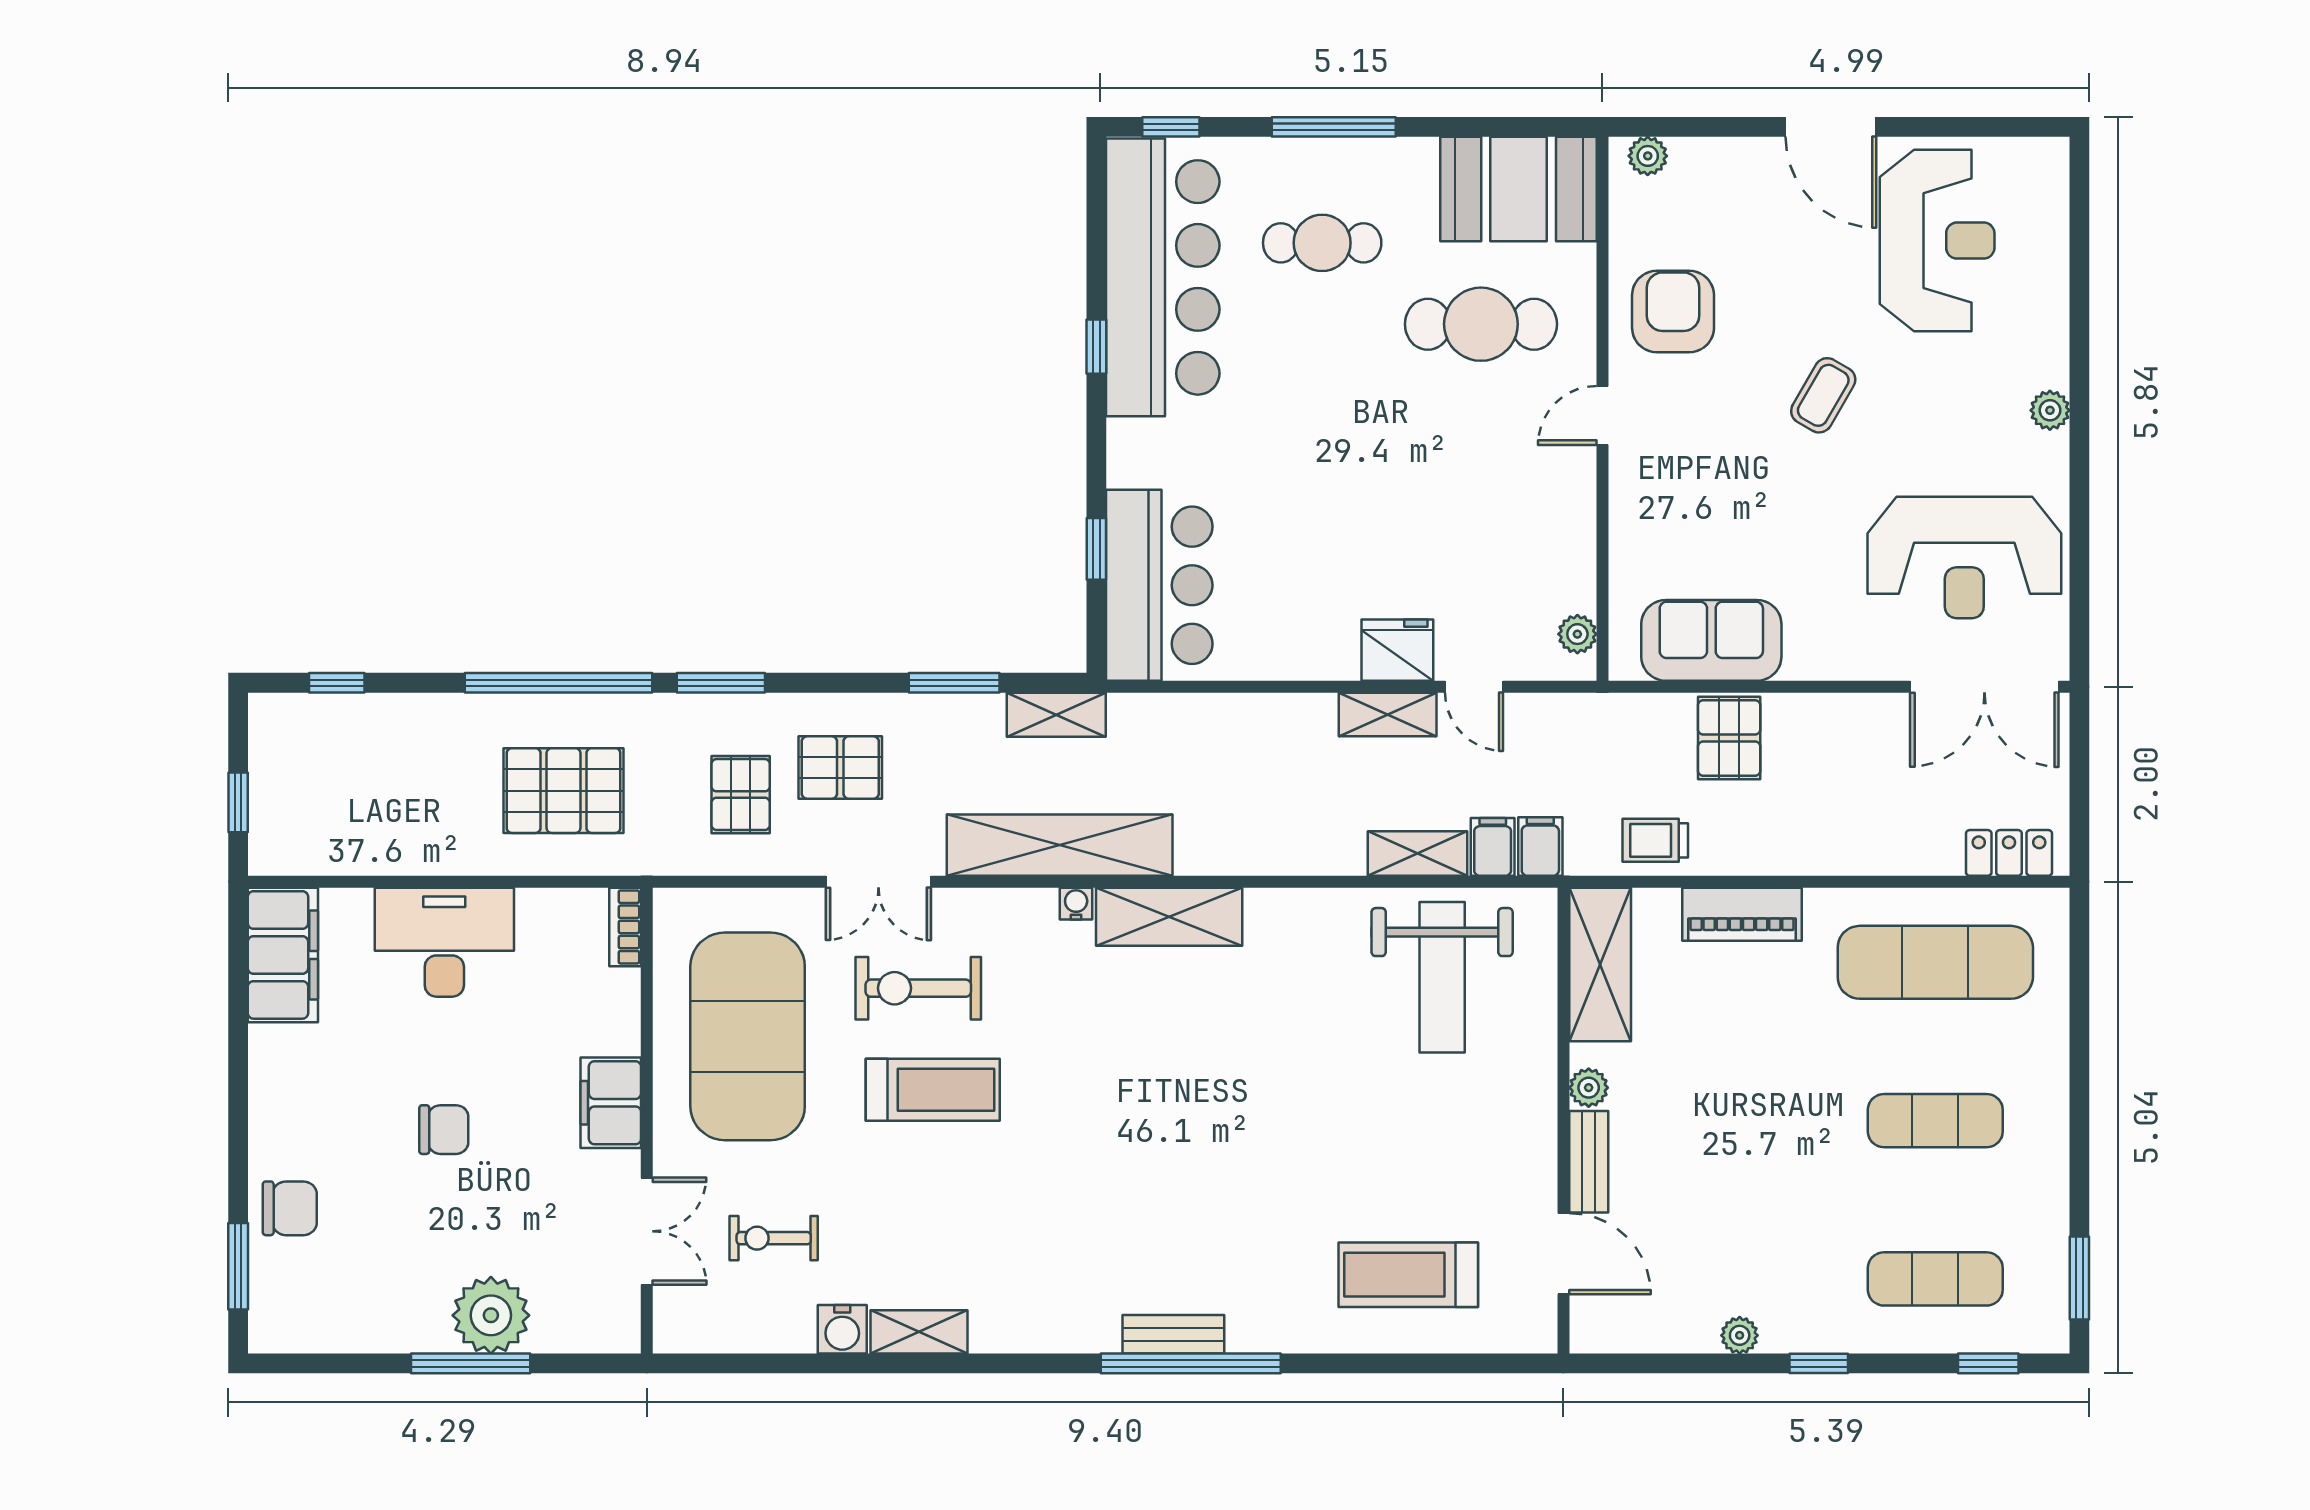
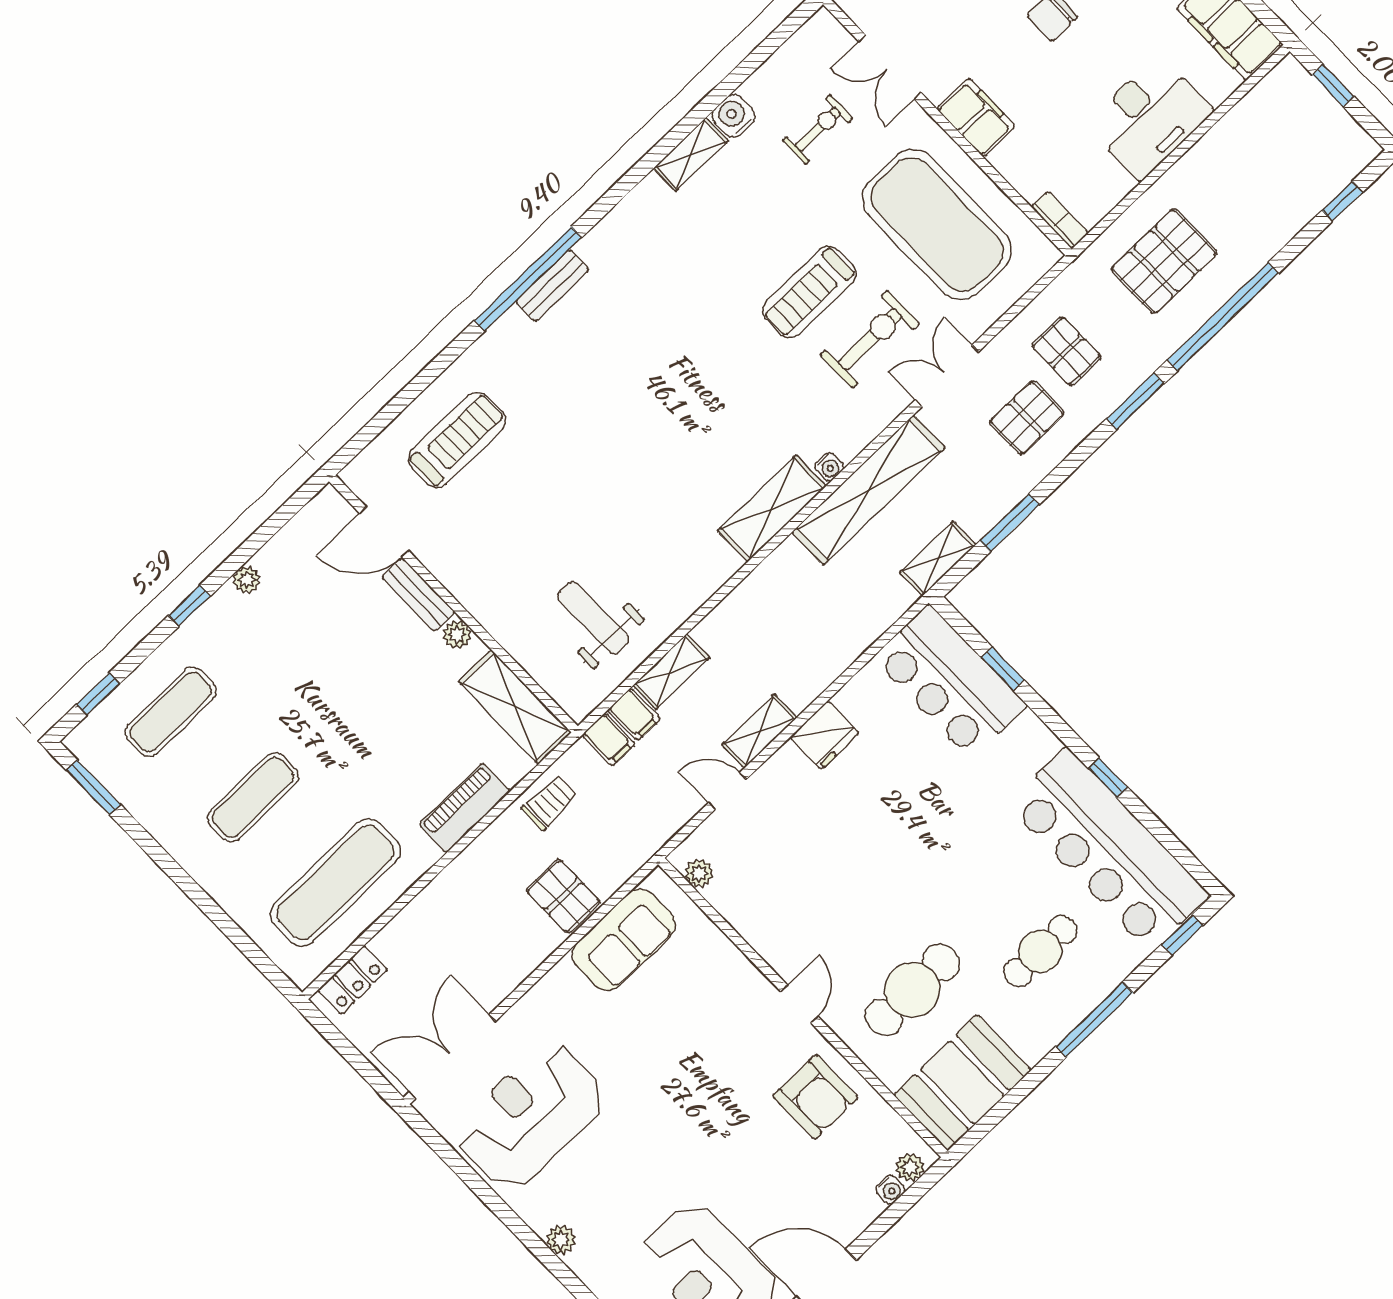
water cooler: (1687, 153) -> (890, 1190), added
coffee table: (1823, 395) -> (691, 1130), removed
fridge: (1397, 650) -> (825, 735), moved
weight bench: (1442, 977) -> (593, 618), width x0.73, depth x0.75

